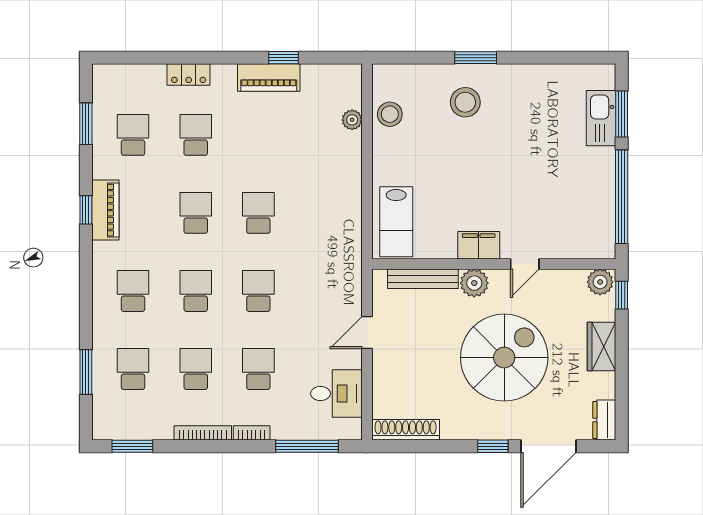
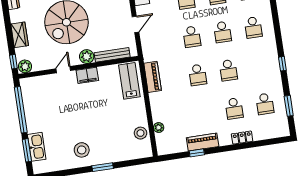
stool: (465, 102) -> (82, 150), moved
piano: (105, 210) -> (153, 77), moved, turned 180

